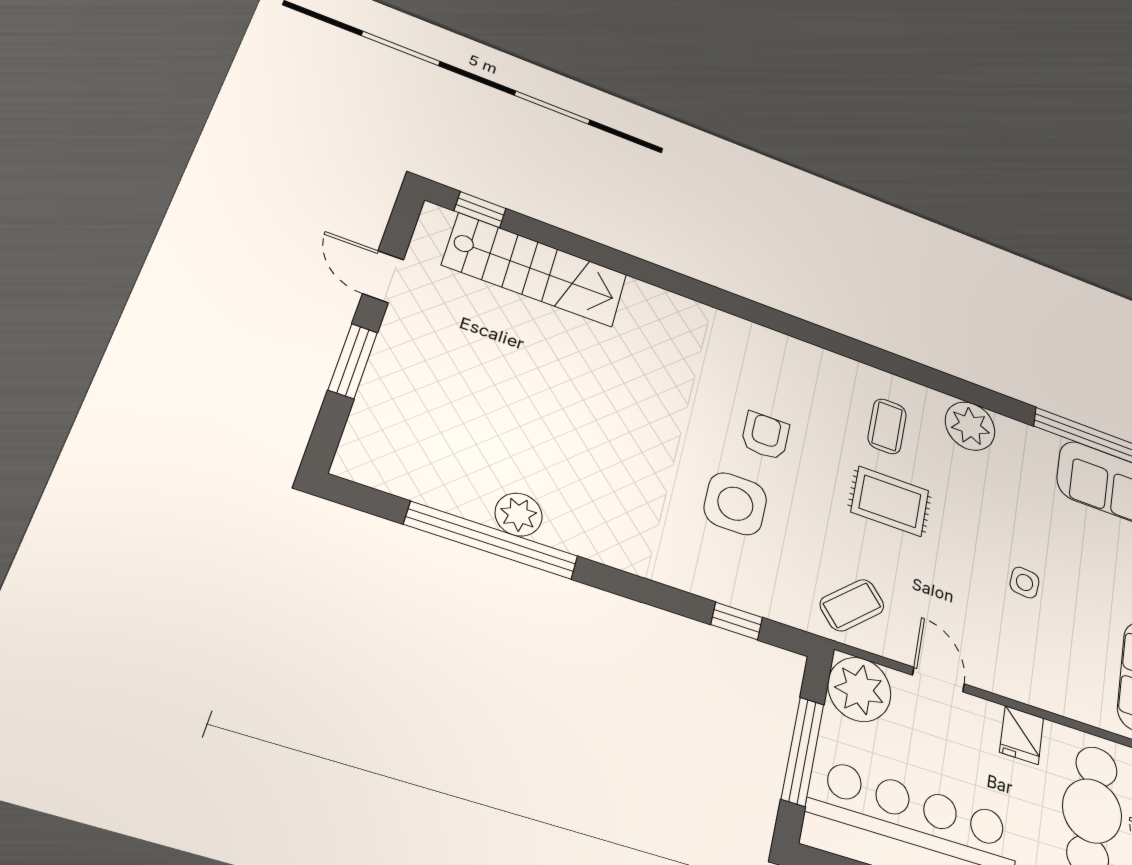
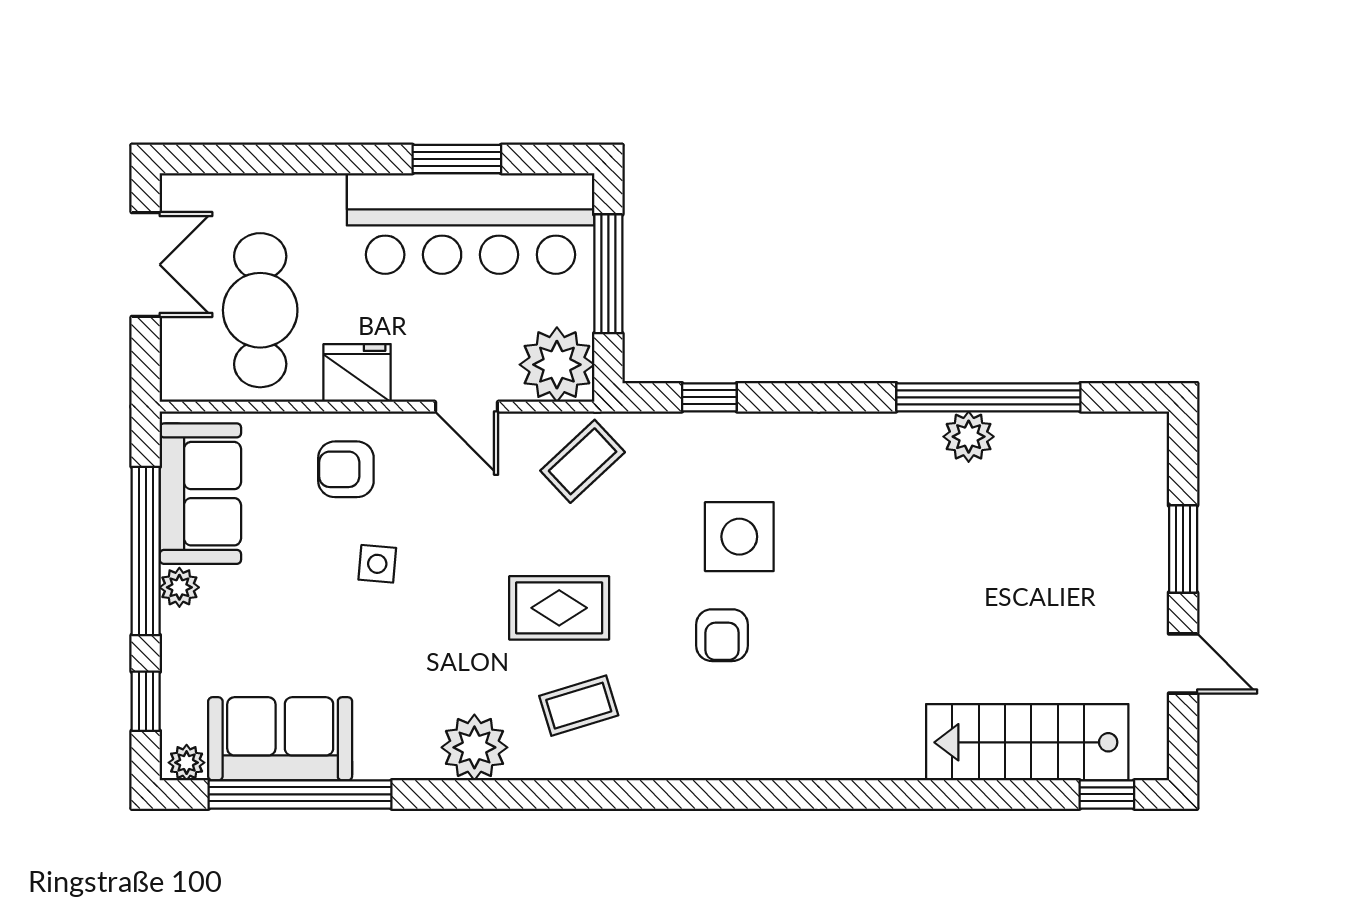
coffee table: (887, 426) -> (579, 706), turned 73
armchair: (1040, 662) -> (346, 469), added
fridge: (1022, 735) -> (357, 373), width x1.38

